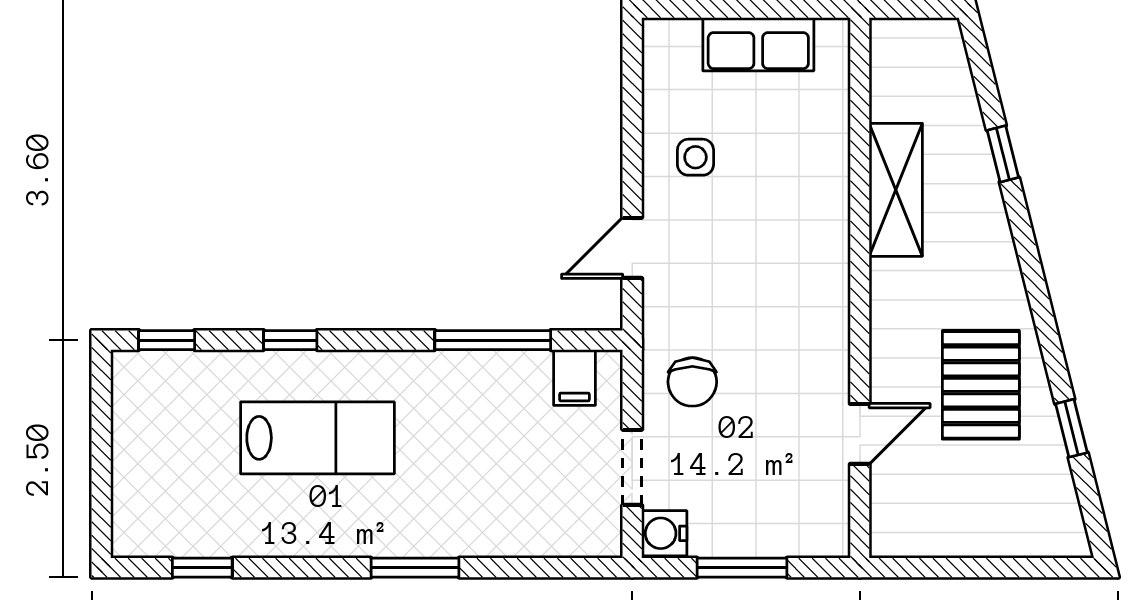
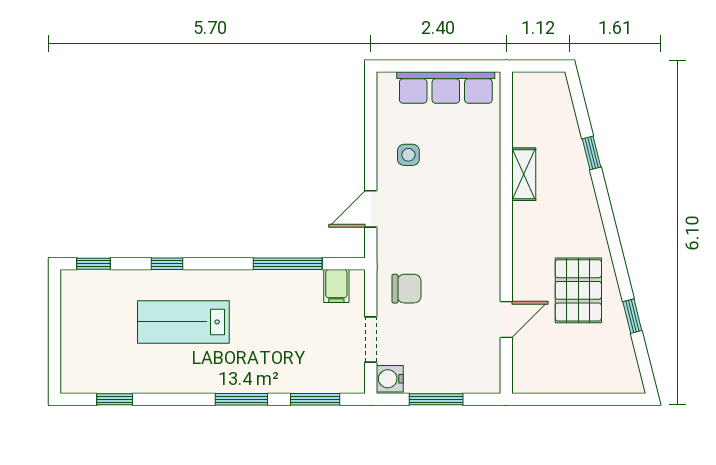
row of seats: (758, 44) -> (446, 88), width x1.48
shelving: (896, 190) -> (524, 174), width x0.67, depth x0.75
chair: (692, 382) -> (406, 289), turned -90
lab bench: (317, 438) -> (183, 322), turned 180
window: (539, 568) -> (315, 399), added

